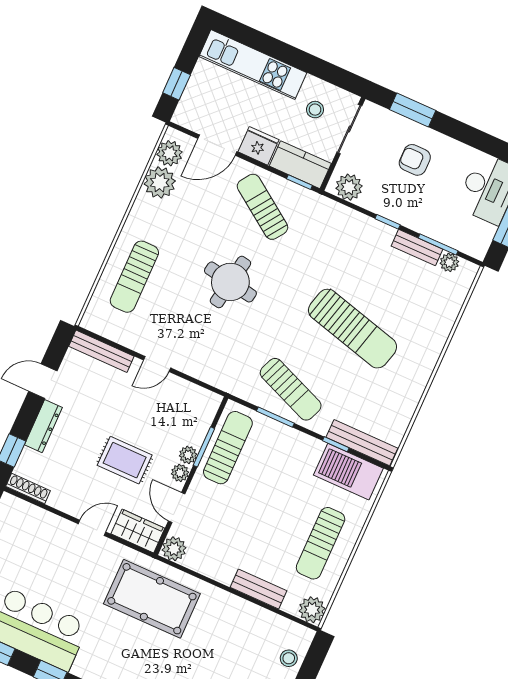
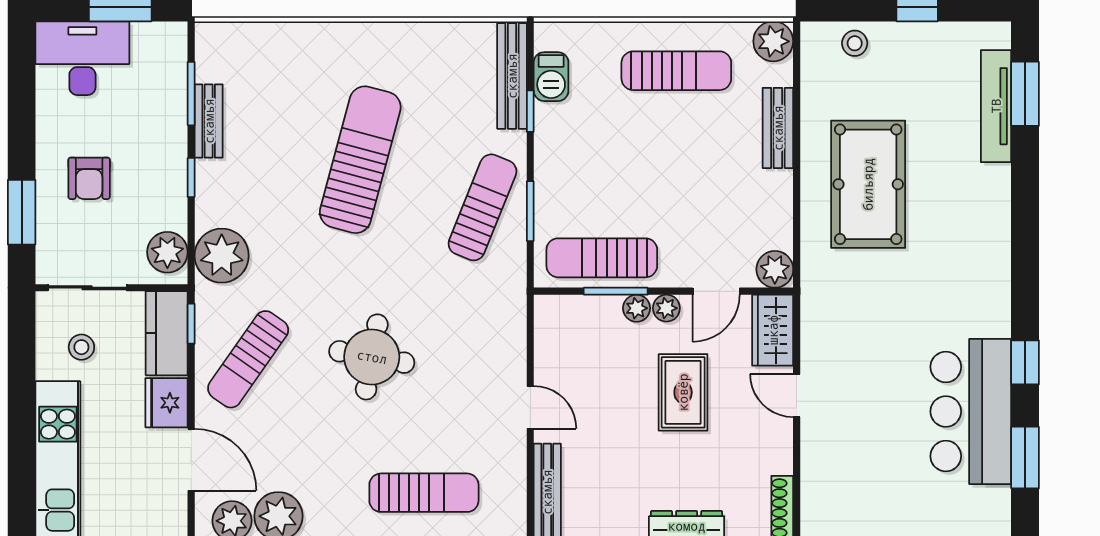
plant: (449, 262) -> (222, 256), moved, width x1.88, depth x1.88
barbecue: (348, 472) -> (551, 77), width x0.53, depth x0.65
pool table: (152, 599) -> (868, 184), moved

